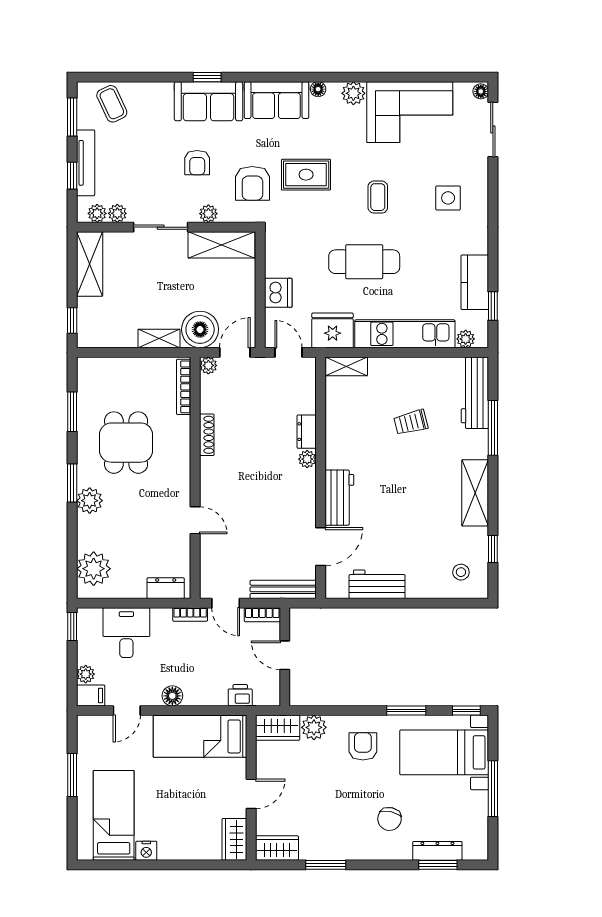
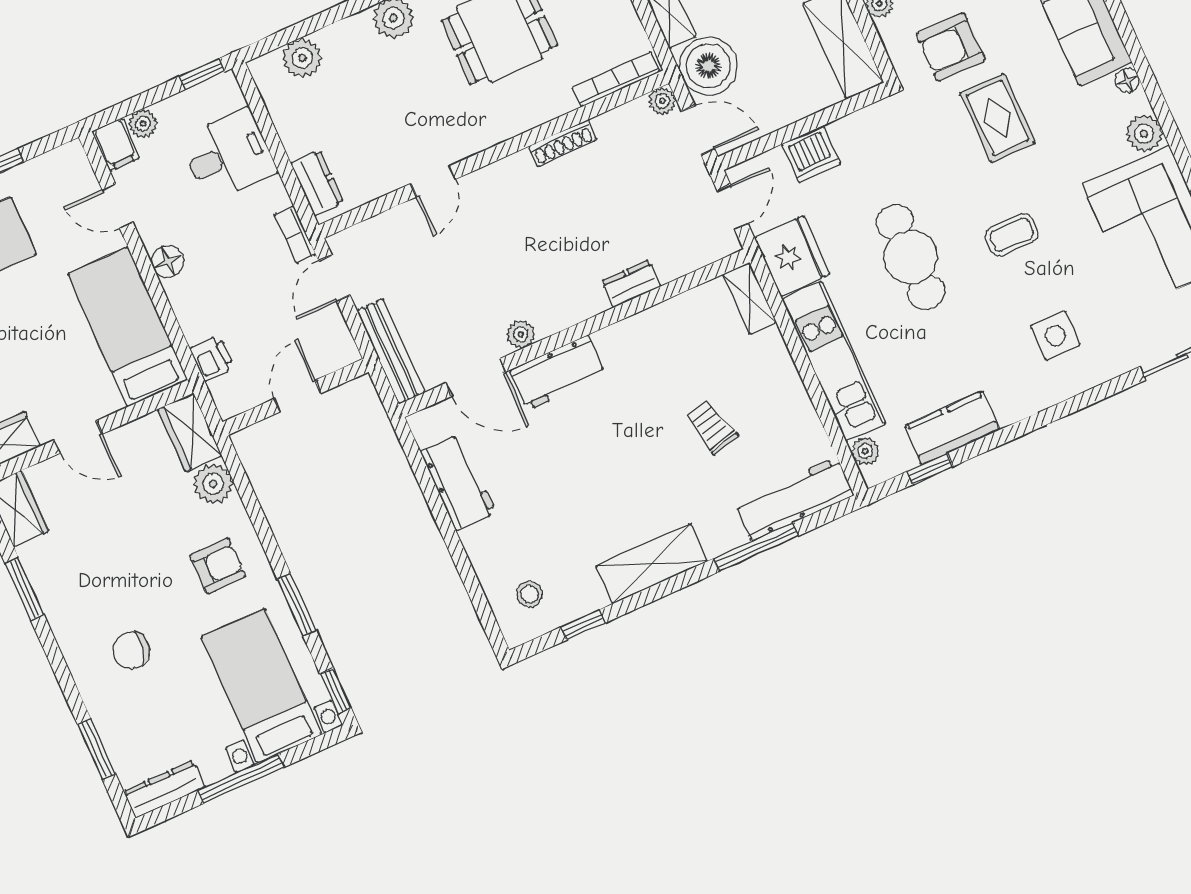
plant: (307, 459) -> (521, 334), moved
plant: (94, 569) -> (302, 58), width x0.73, depth x0.73
bookcase: (262, 615) -> (341, 338), removed
dresser: (437, 851) -> (164, 789), moved, turned -90

